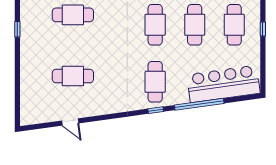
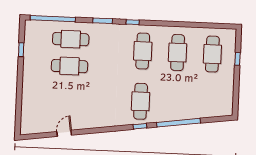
cafe table: (73, 76) -> (69, 66), moved
bar counter: (223, 84) -> (201, 106), removed
door: (70, 122) -> (64, 133), swing flipped

